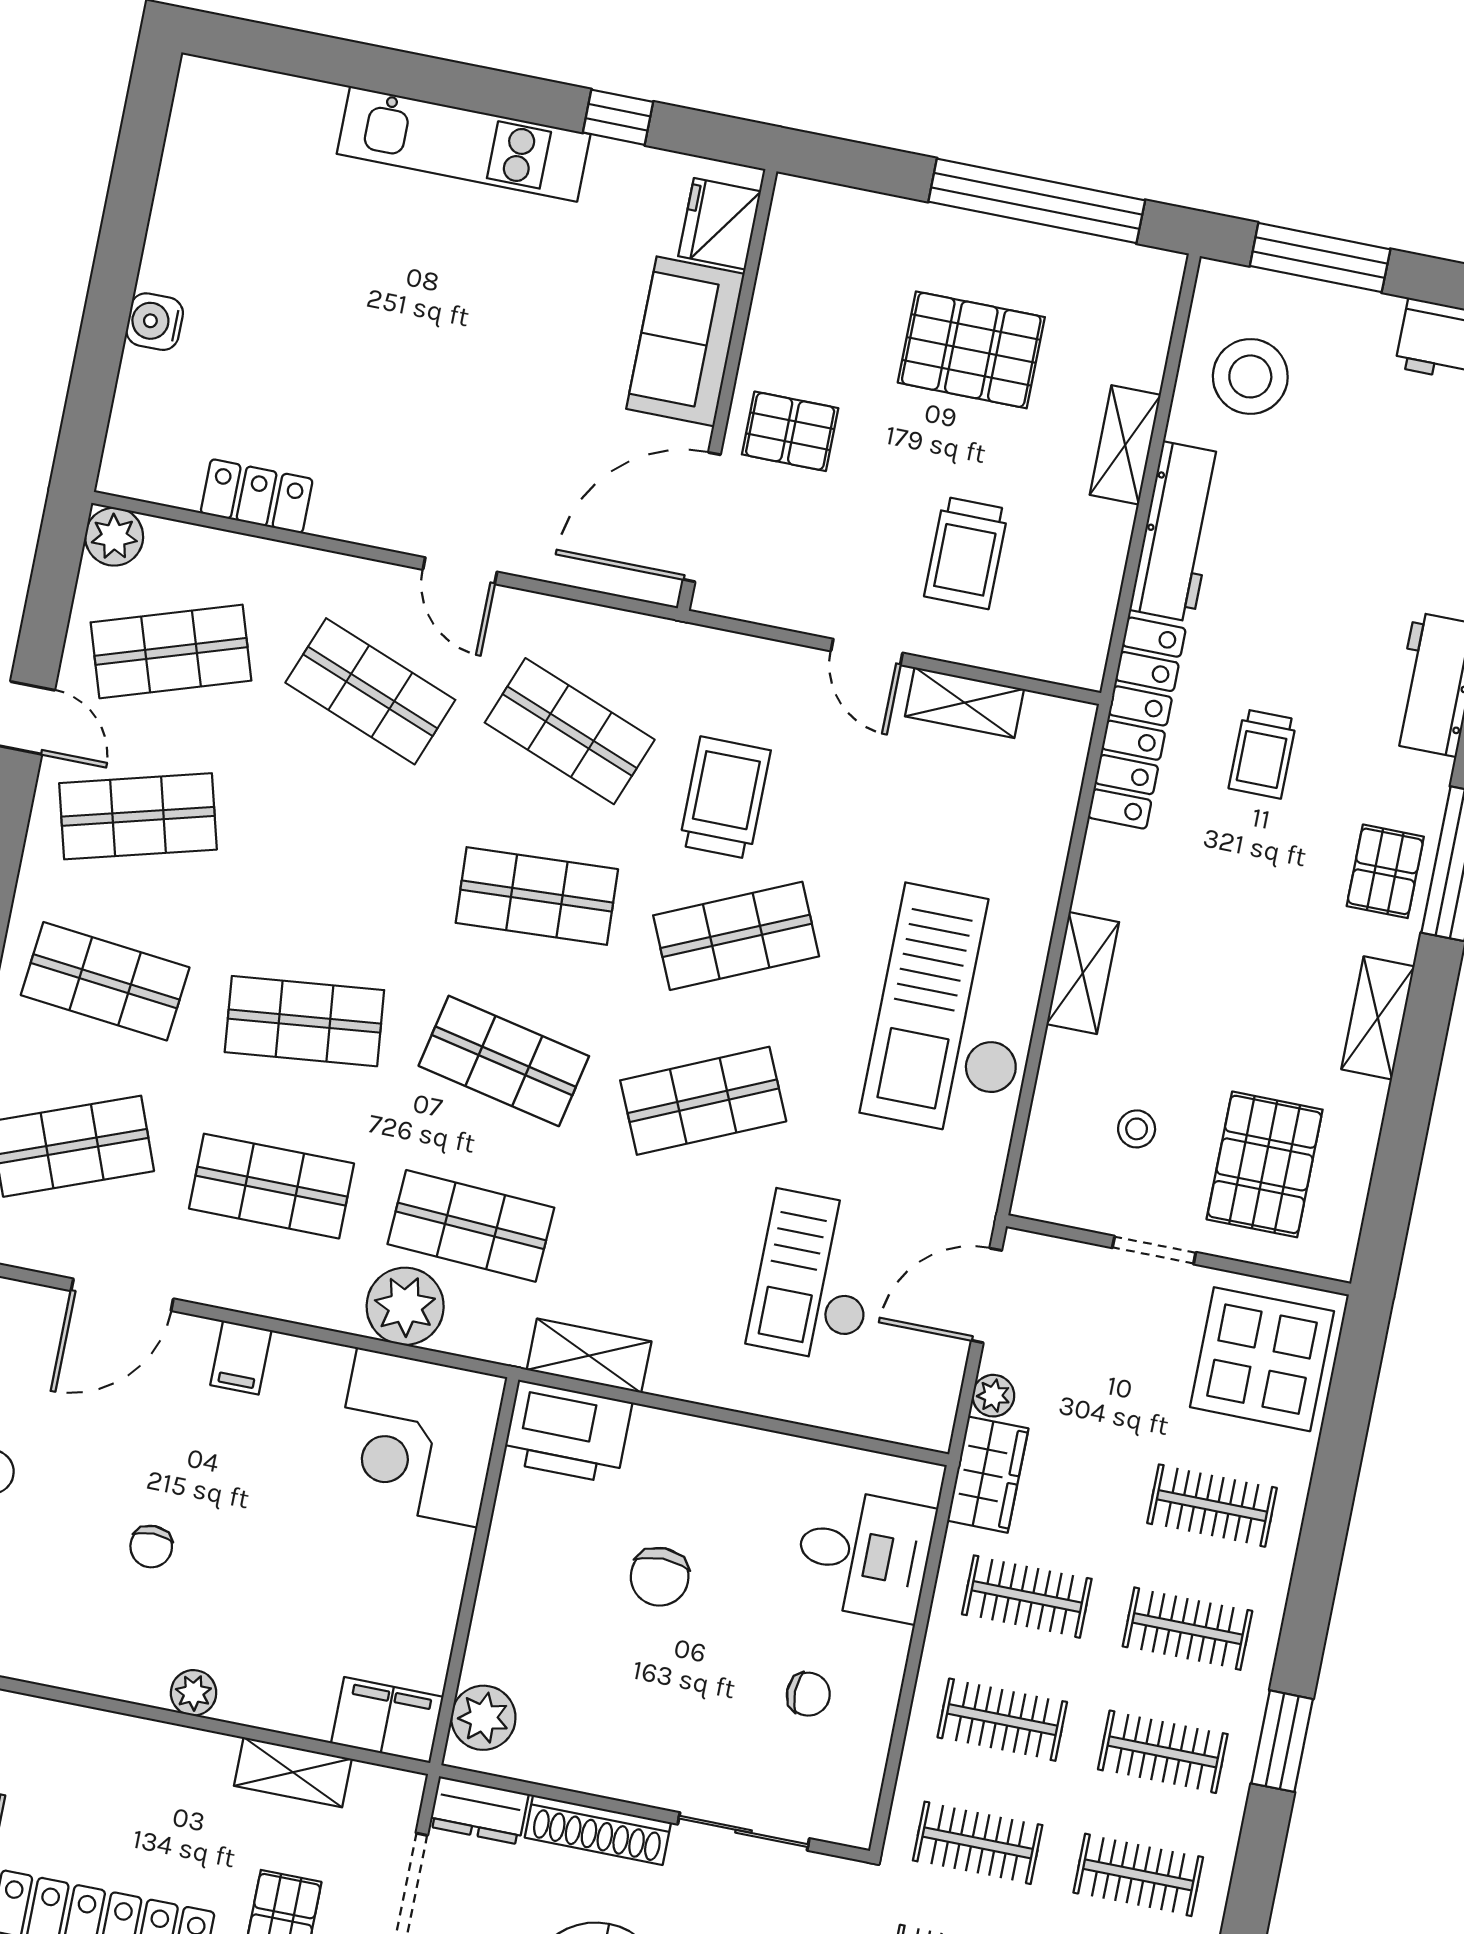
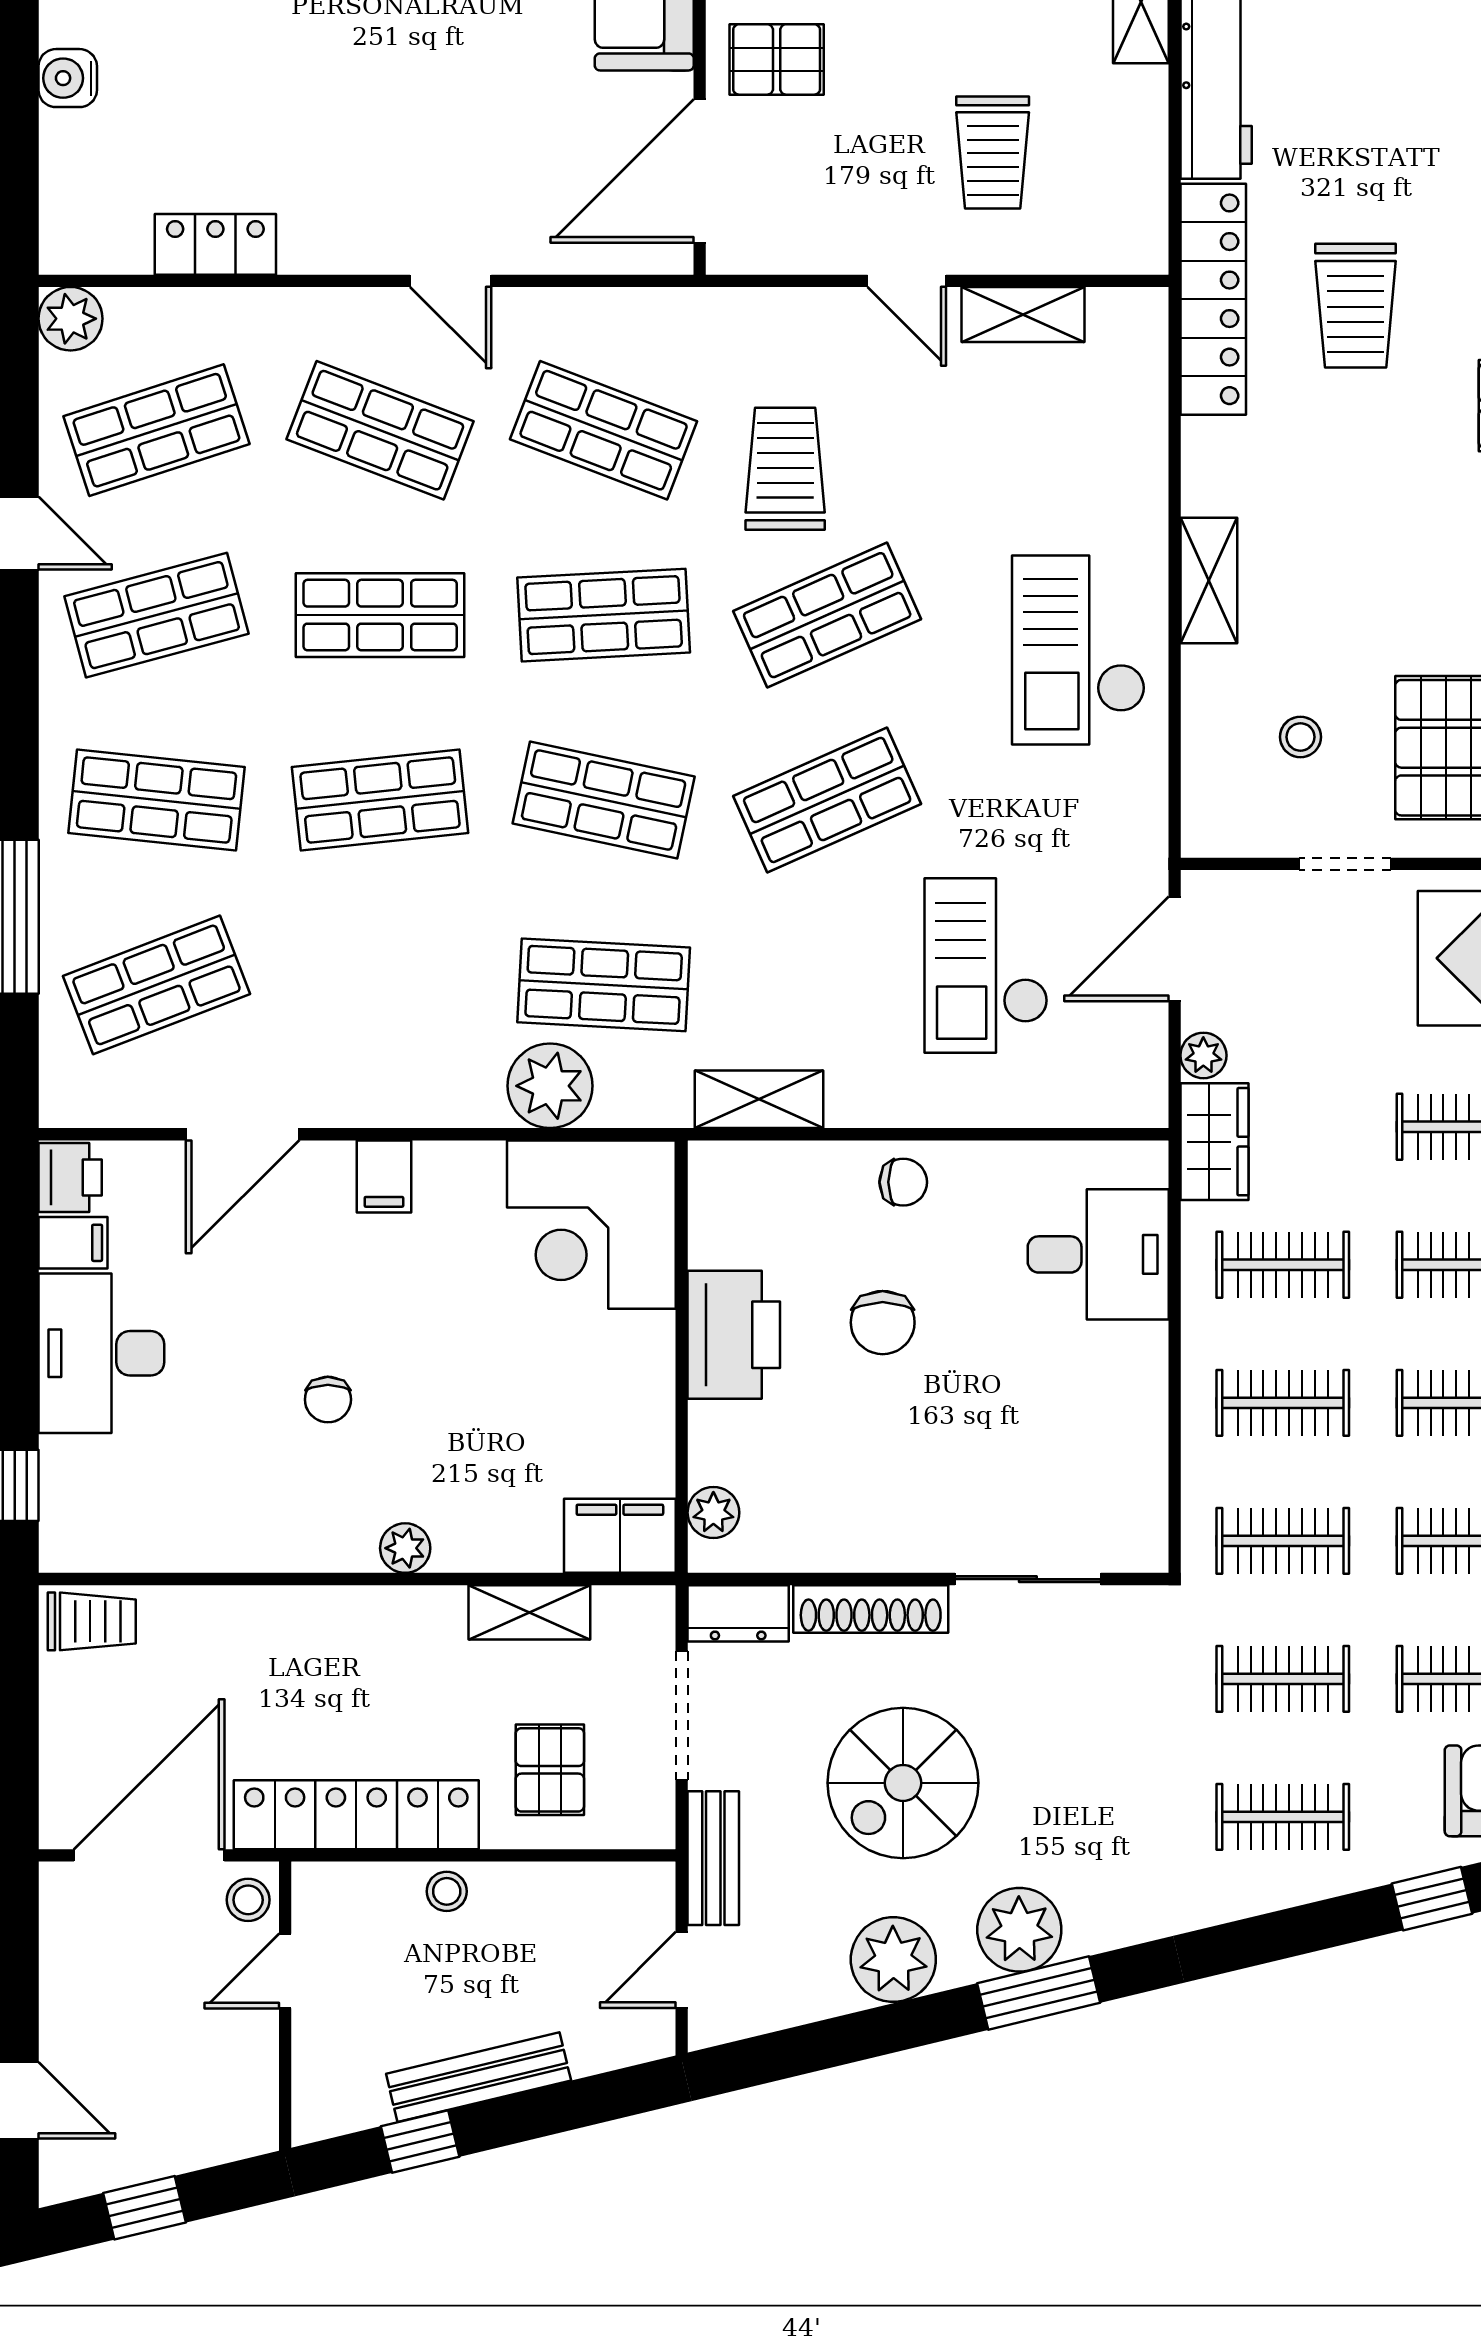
trolley: (1263, 754) -> (1356, 306), width x1.36, depth x1.39
checkout: (954, 1012) -> (1078, 650), width x0.73, depth x0.83
shop shelf: (271, 1186) -> (380, 615), moved
printer: (567, 1432) -> (734, 1335), moved, turned -90
chair: (808, 1694) -> (903, 1182), moved
plant: (483, 1718) -> (713, 1513), width x0.73, depth x0.73

